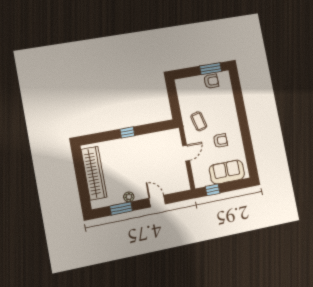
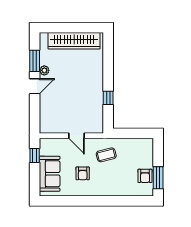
window: (127, 132) -> (108, 98), moved
door: (157, 201) -> (35, 86), moved

